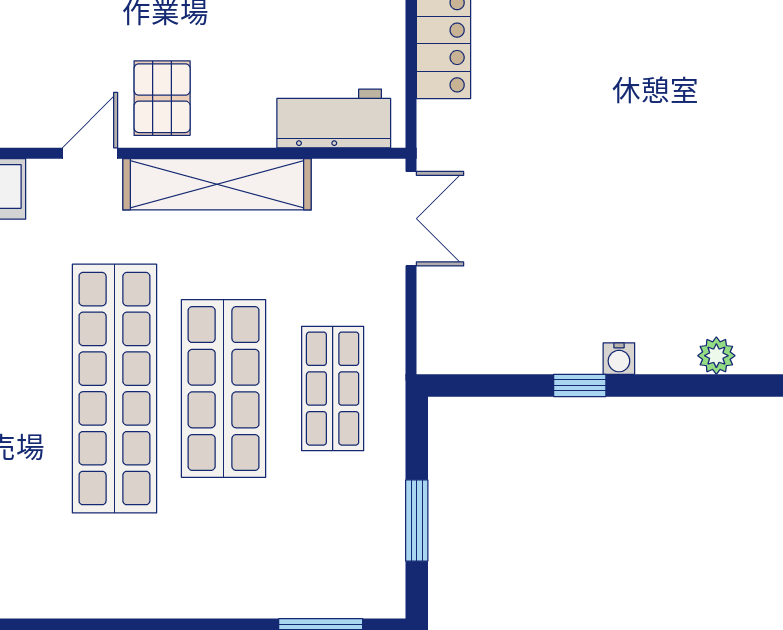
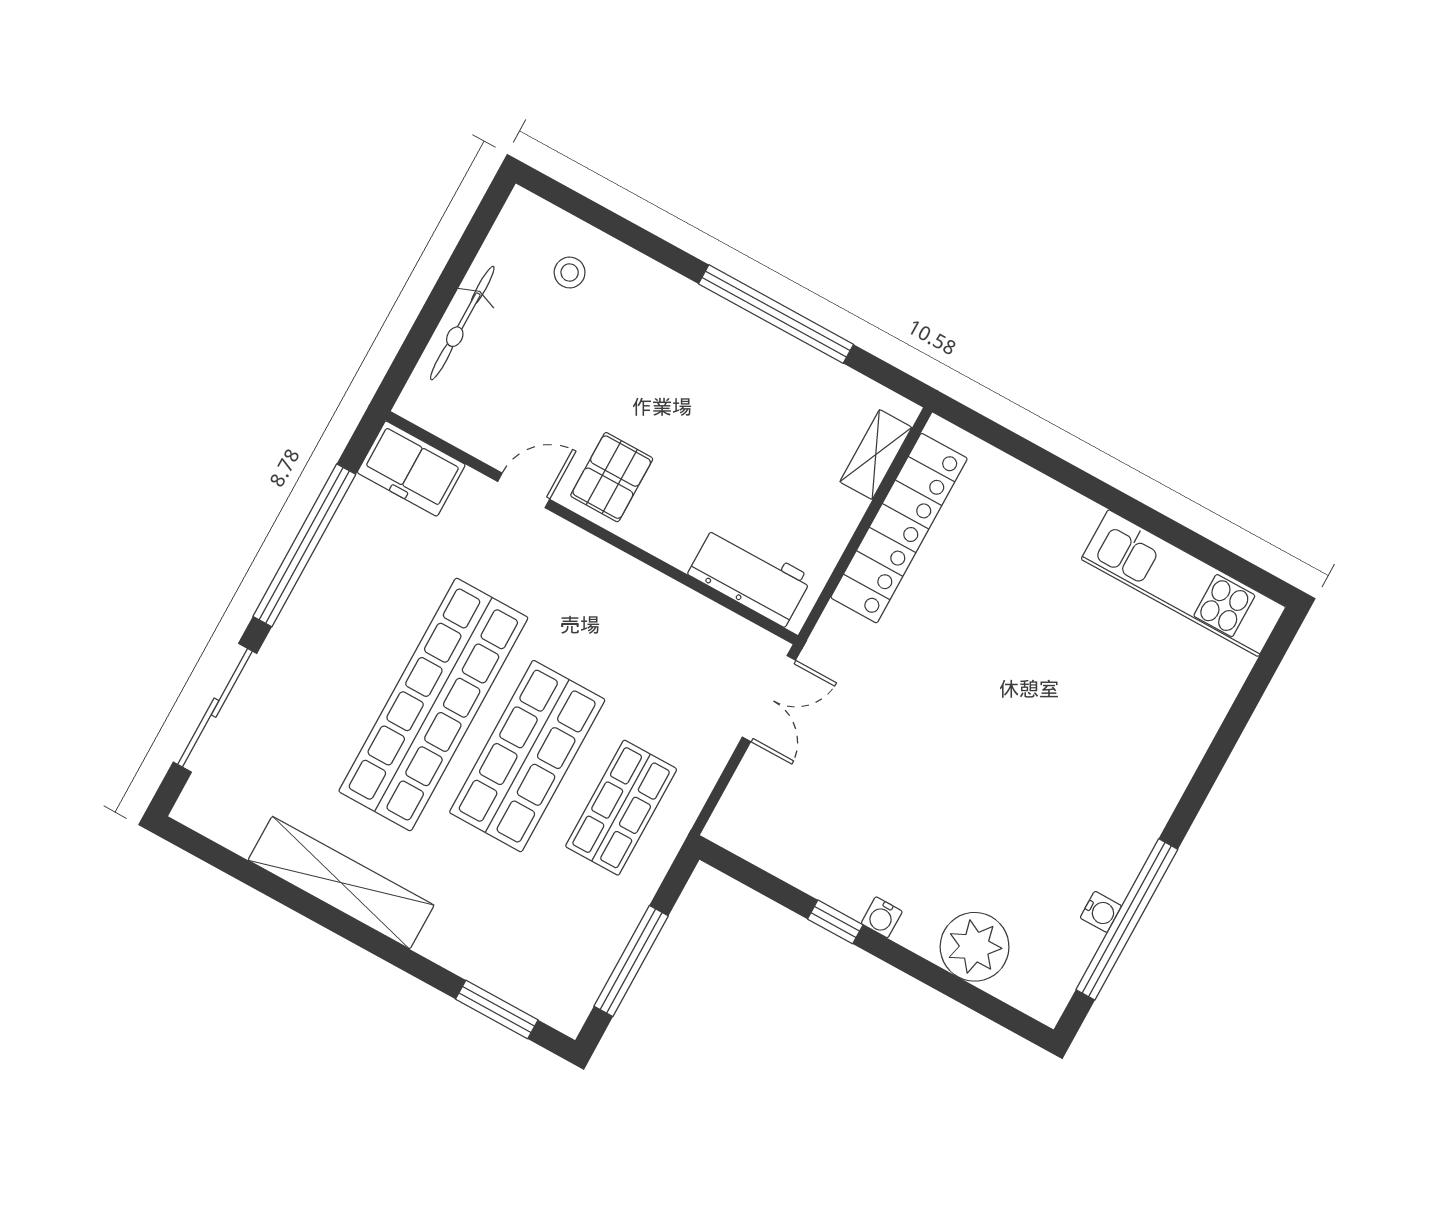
shelving: (217, 184) -> (341, 883), moved
plant: (716, 356) -> (975, 947), width x1.88, depth x1.88
window: (417, 520) -> (631, 961), width x1.44

